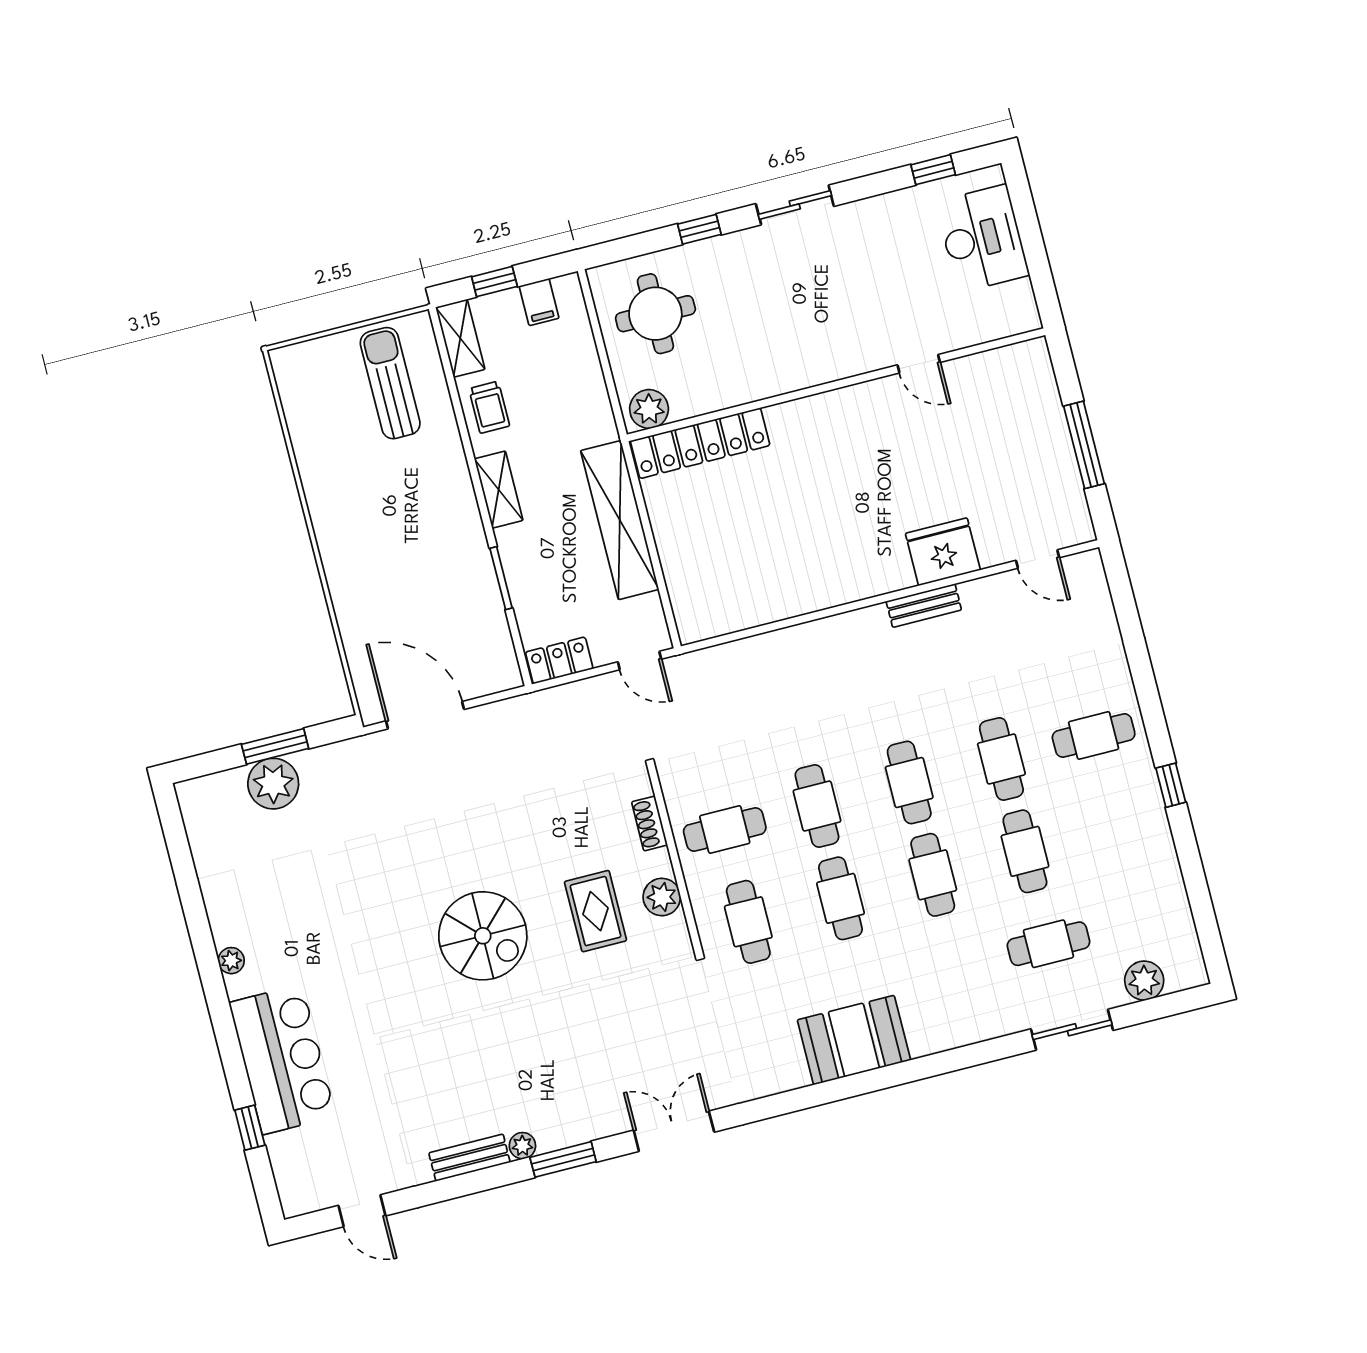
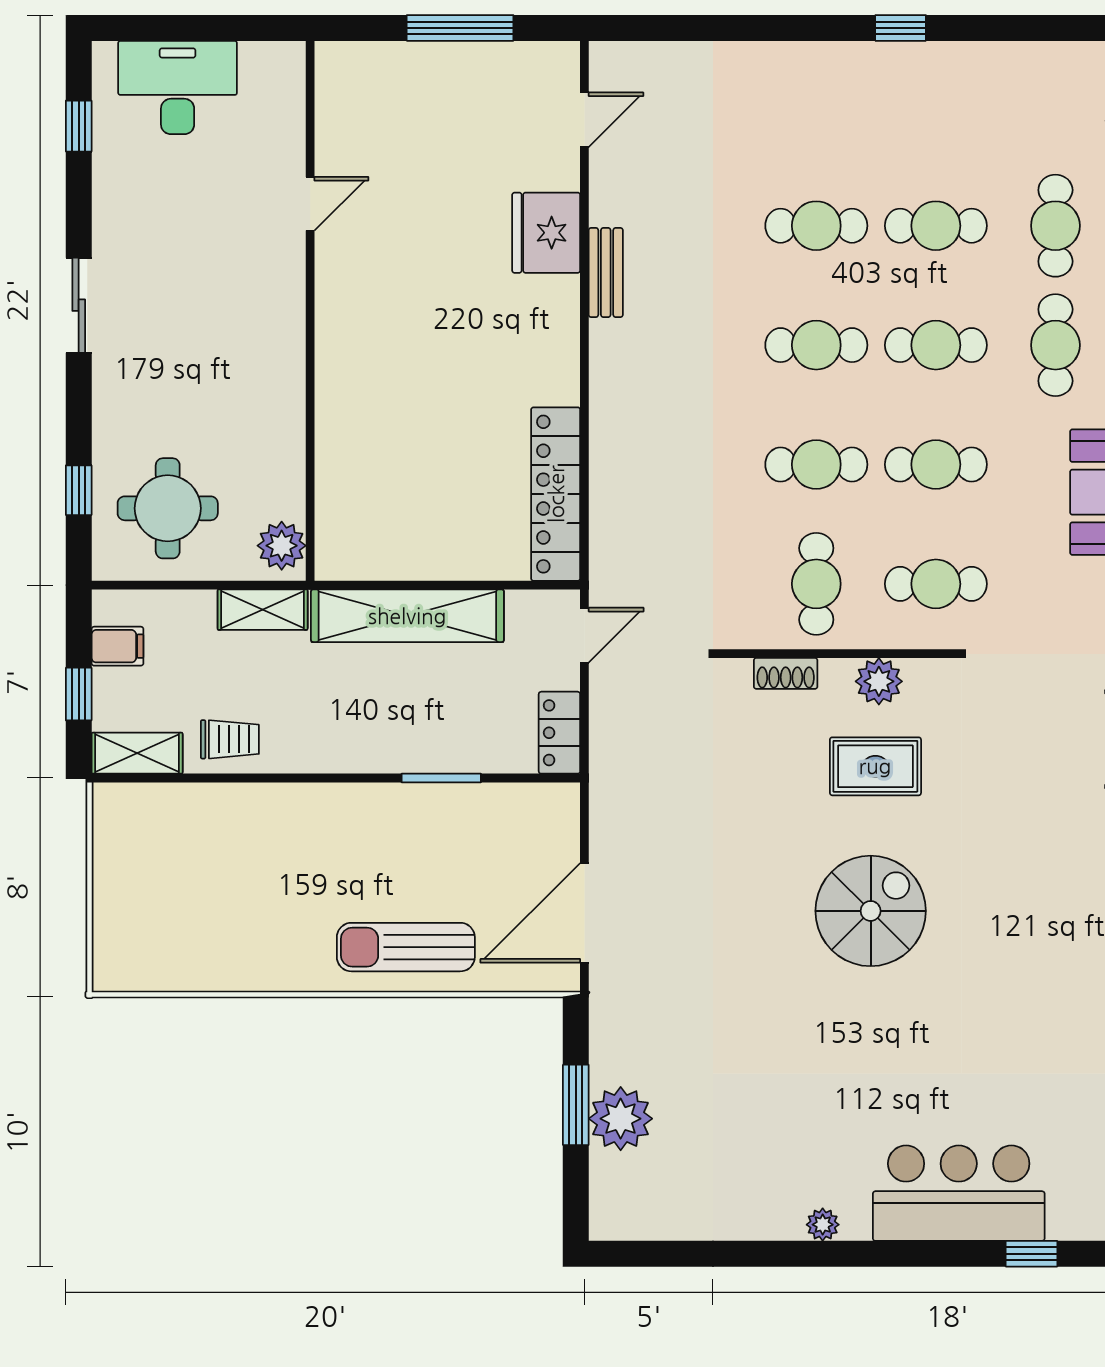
window: (699, 229) -> (79, 490), moved
sun lounger: (390, 383) -> (406, 947), moved
locker: (700, 443) -> (556, 494), moved, turned 180
shelving: (499, 490) -> (263, 610), moved
cafe table: (1094, 735) -> (1055, 345), moved

